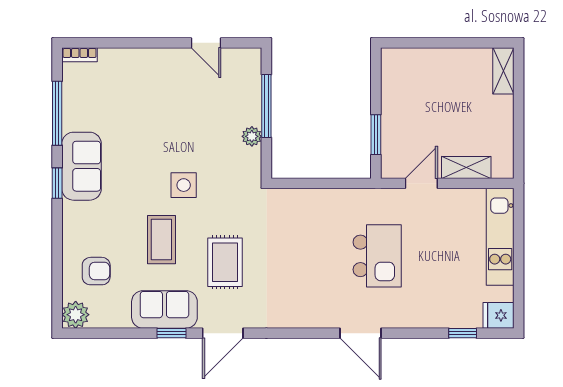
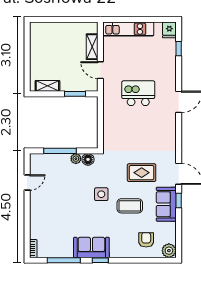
shelving: (503, 71) -> (47, 86), moved
floor lamp: (250, 160) -> (88, 159), added

